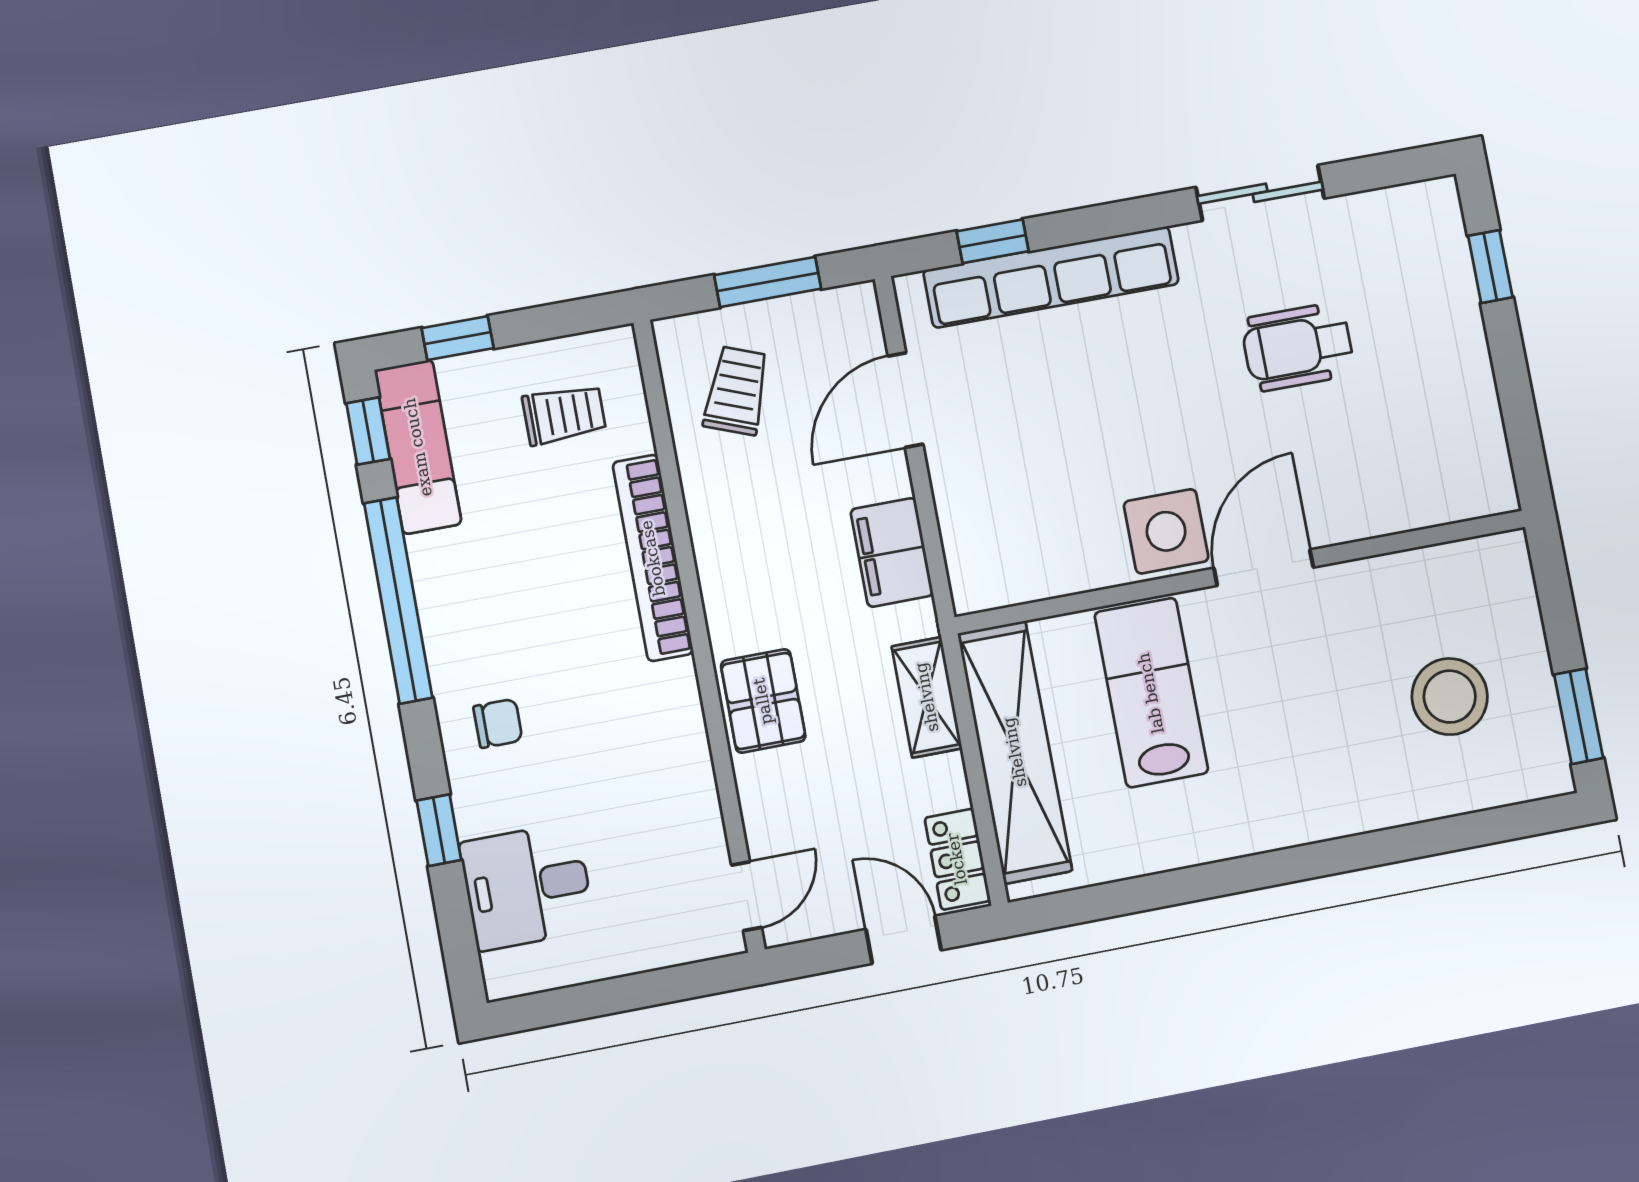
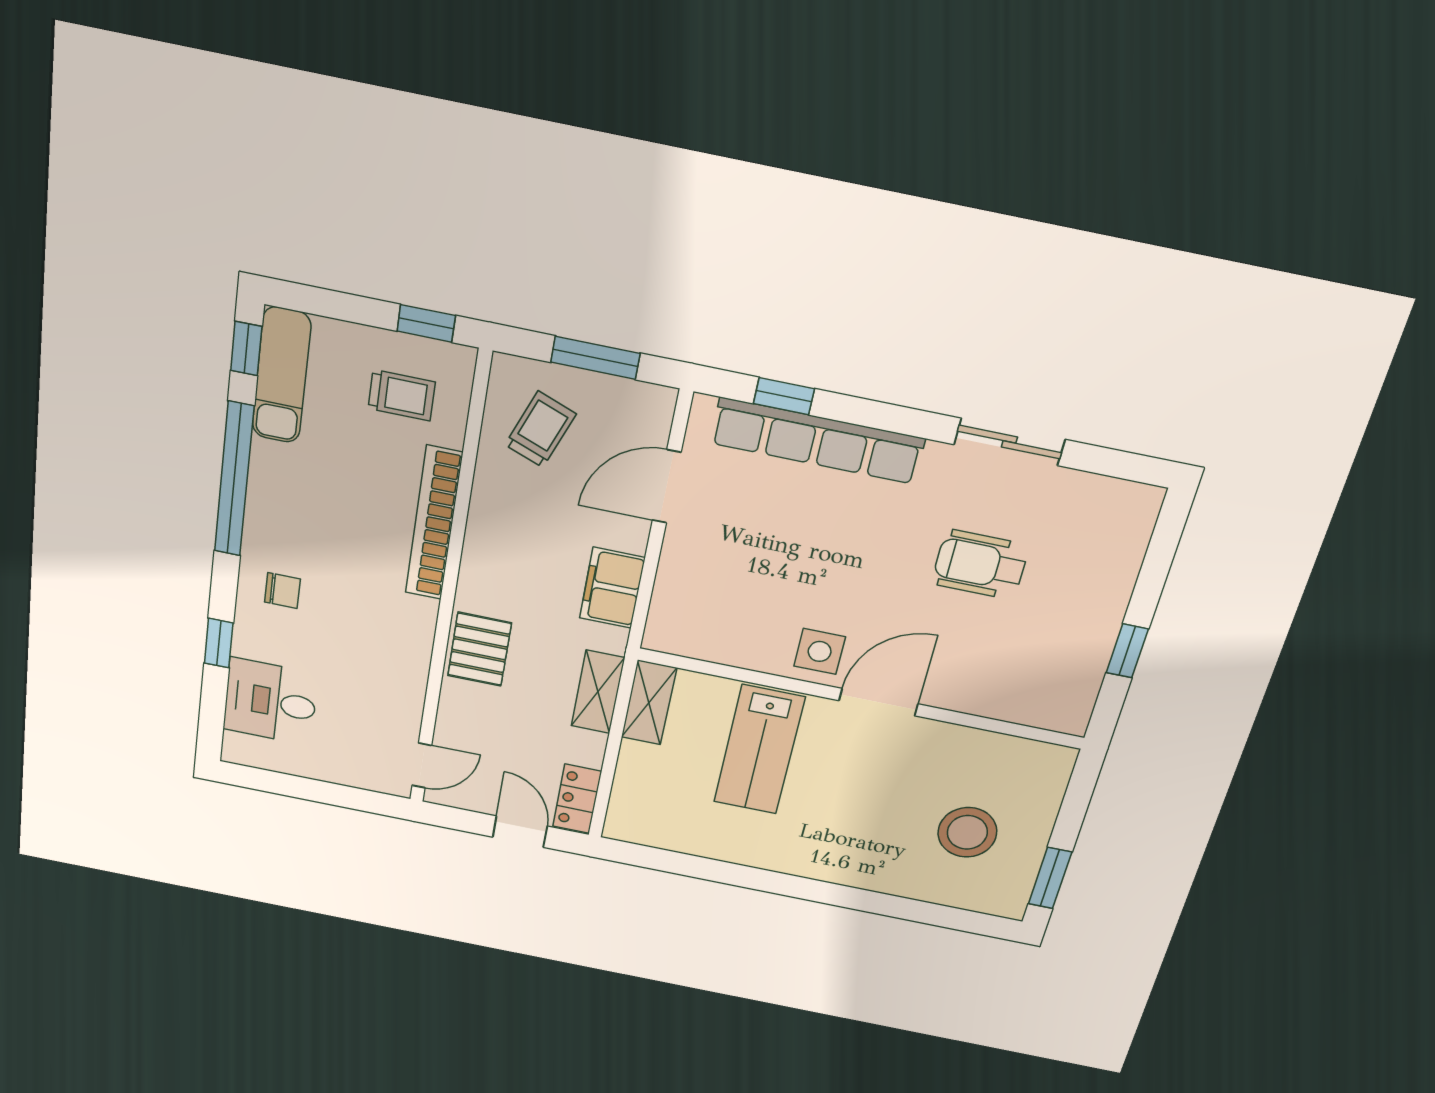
window: (1490, 267) -> (1127, 651), moved
window: (458, 338) -> (426, 323), moved
side table: (1166, 531) -> (820, 651), width x0.73, depth x0.73
lab bench: (1151, 693) -> (759, 750), turned 180
shelving: (1015, 752) -> (649, 703), width x0.45, depth x0.75

